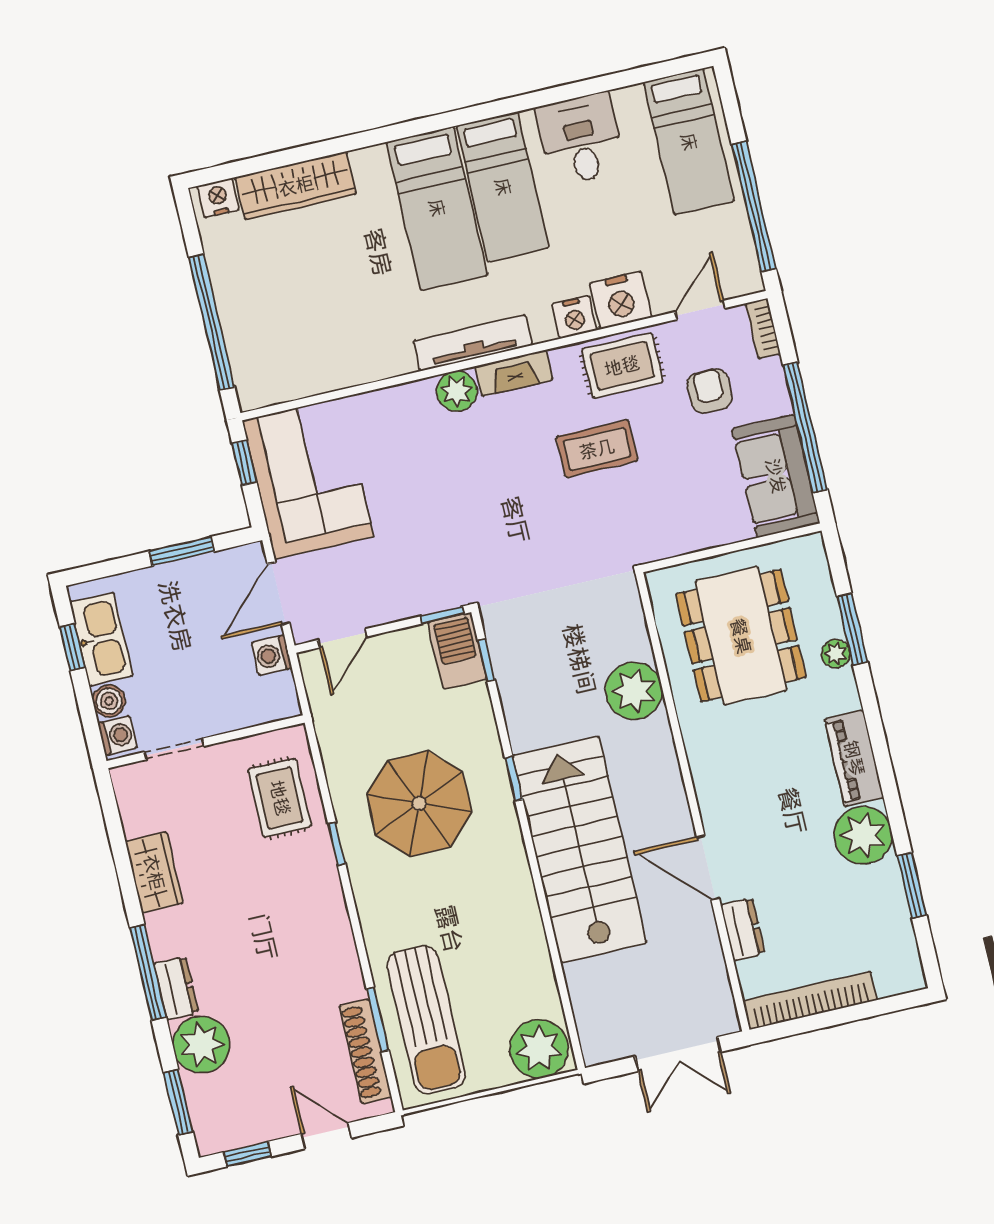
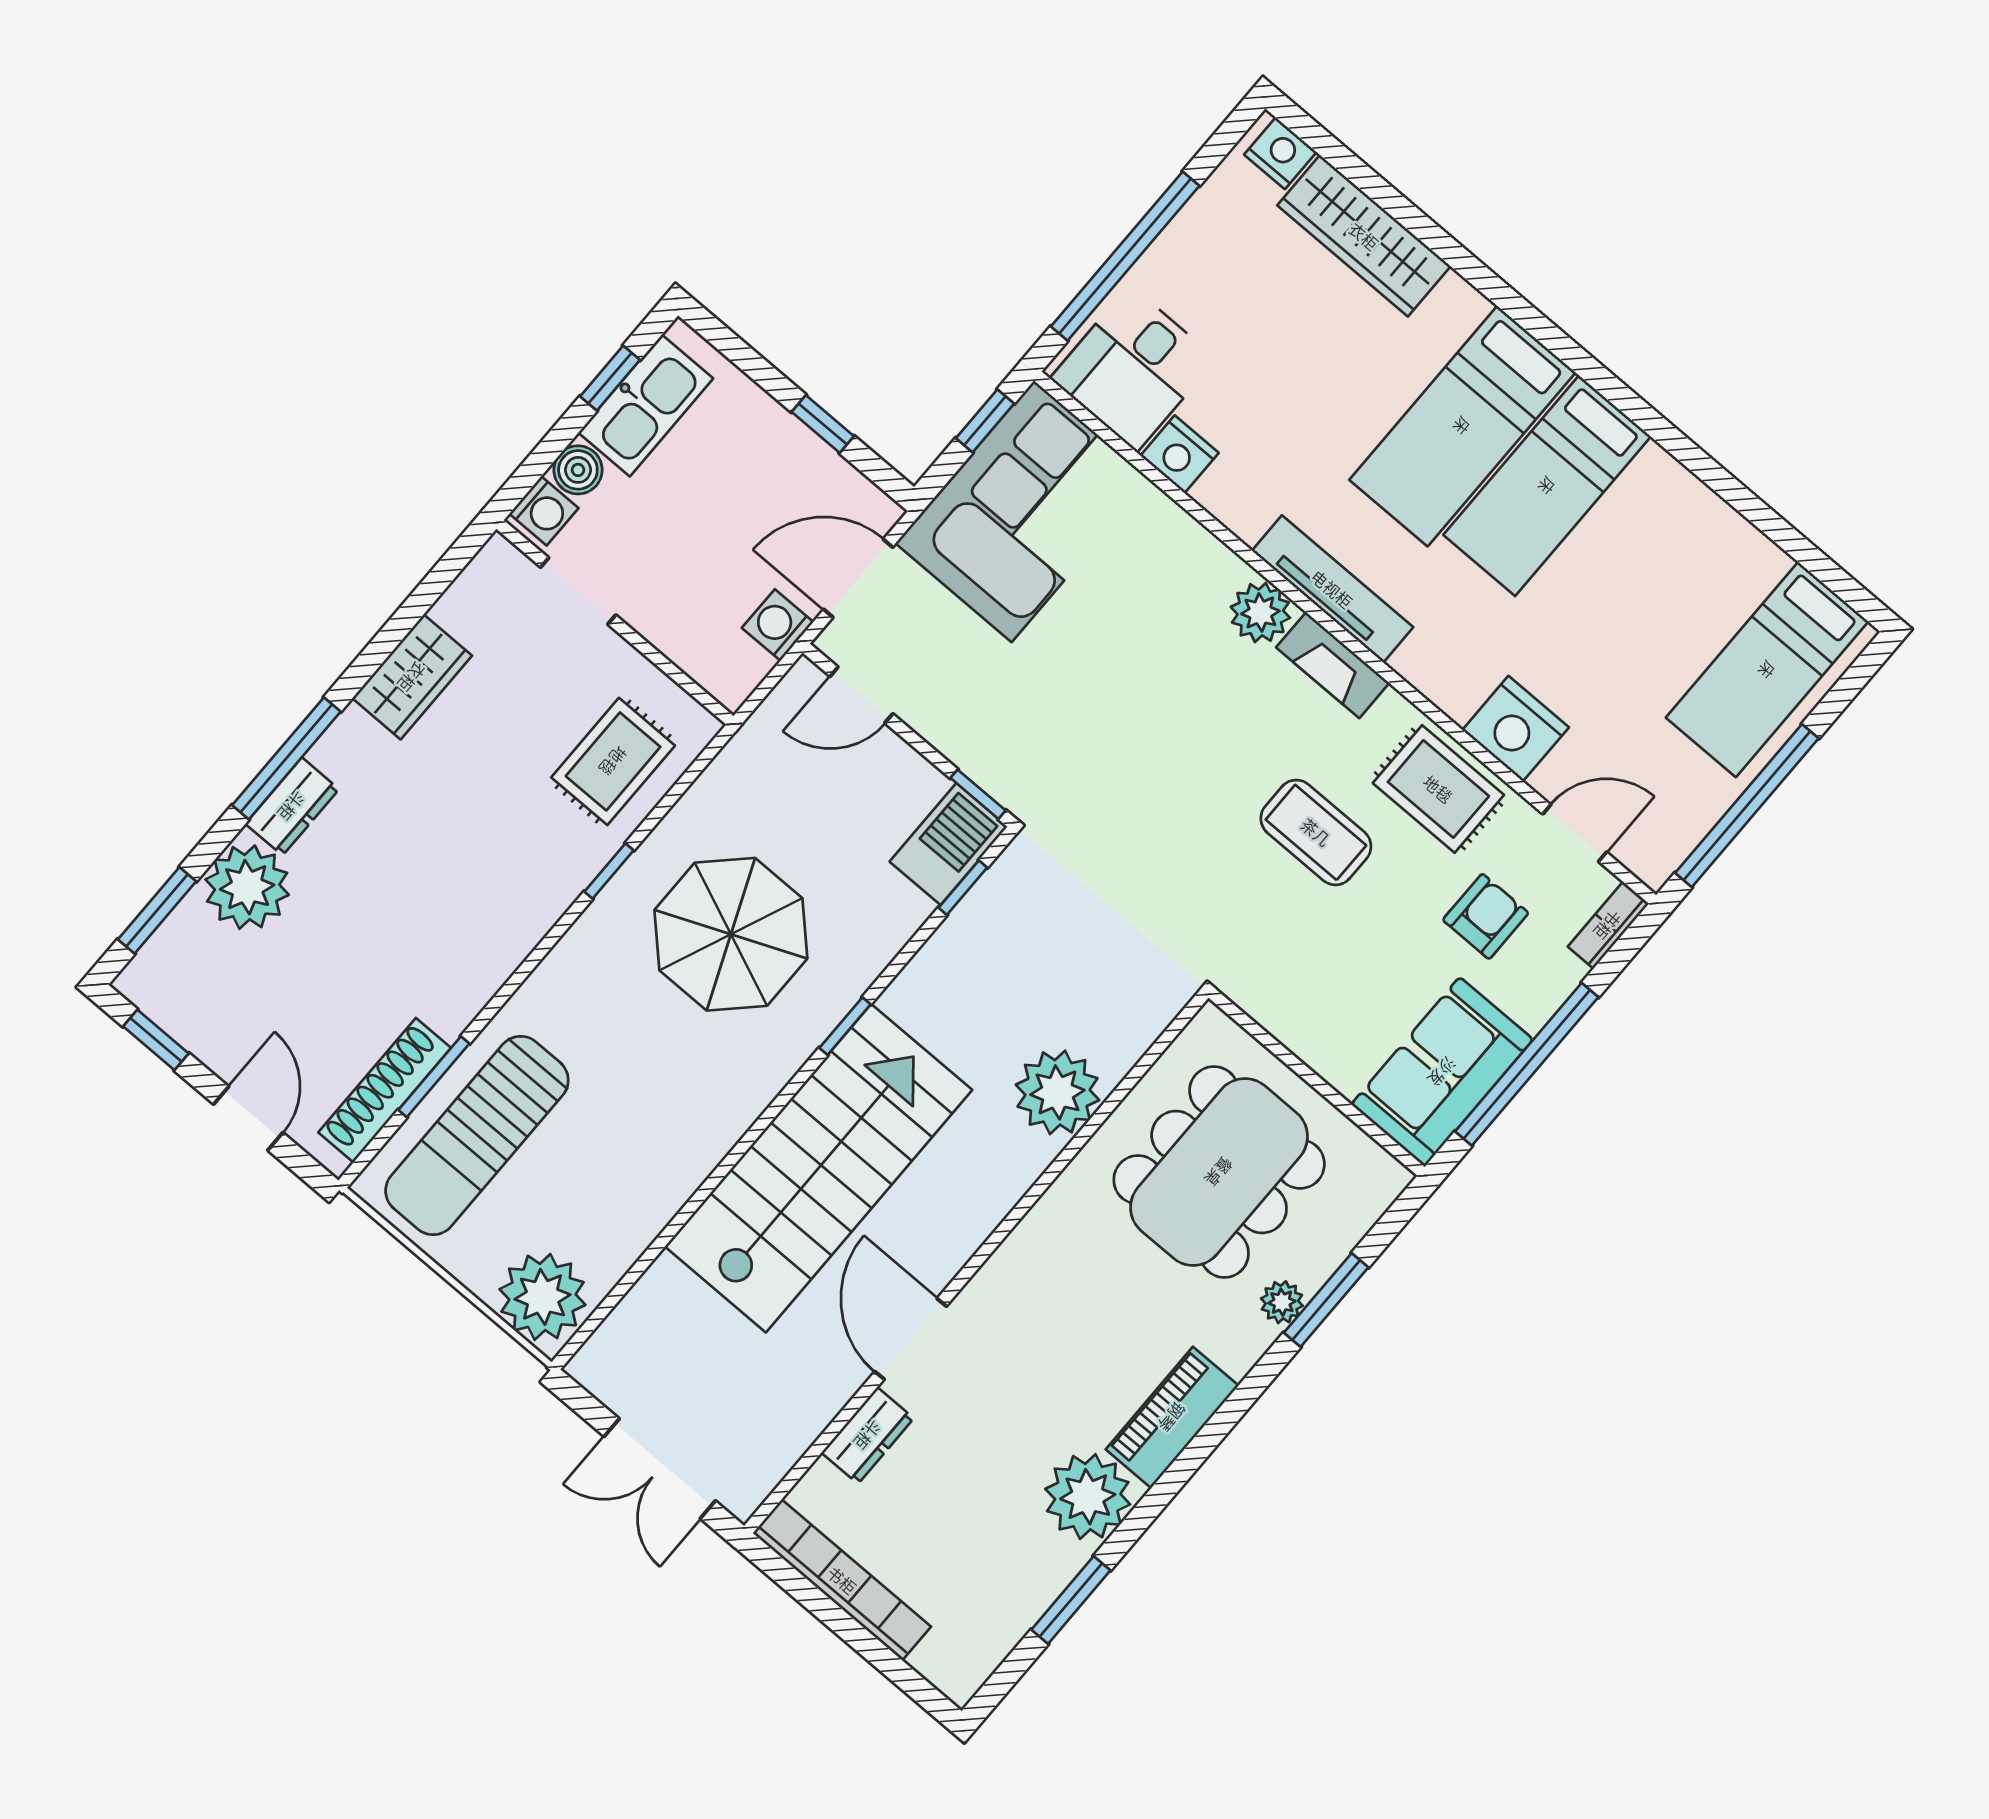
desk: (581, 139) -> (1133, 369), moved, turned 180
nightstand: (574, 317) -> (1179, 454), moved
window: (182, 551) -> (823, 424), width x0.67

